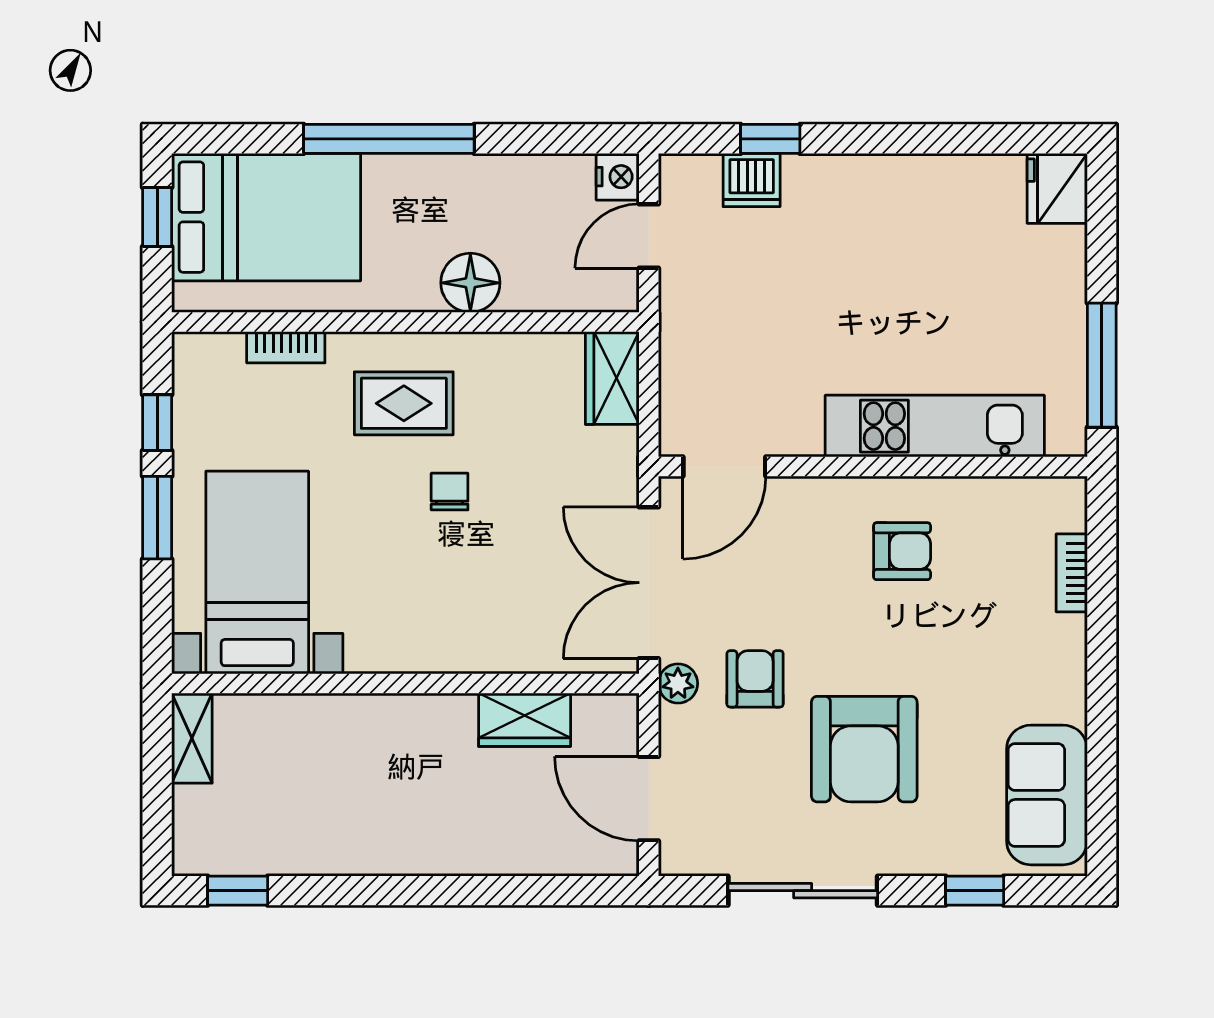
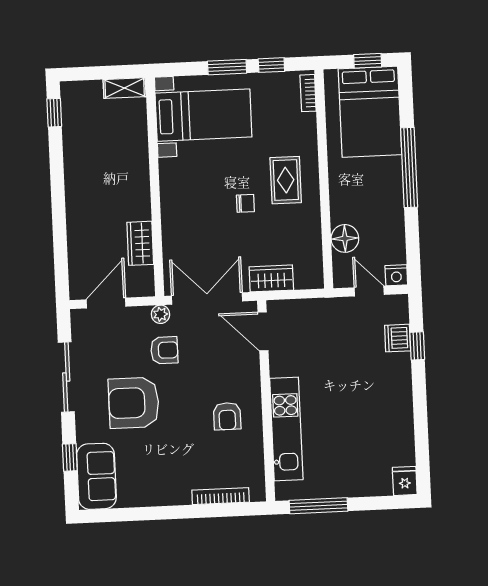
fridge: (1057, 188) -> (405, 481), width x0.72
floor lamp: (470, 283) -> (345, 238), moved
bookcase: (286, 347) -> (308, 93), moved
wardrobe: (612, 378) -> (271, 278), moved
bookcase: (1072, 573) -> (221, 496), width x1.56
sofa: (1047, 795) -> (96, 476), moved, turned 90

